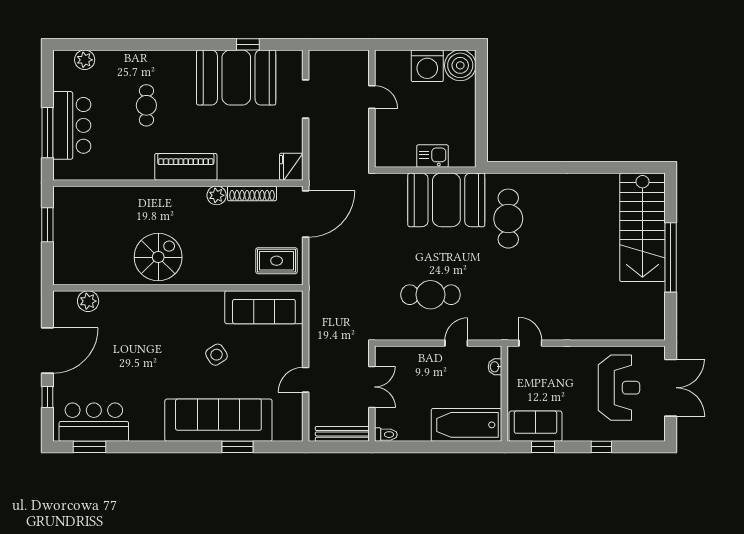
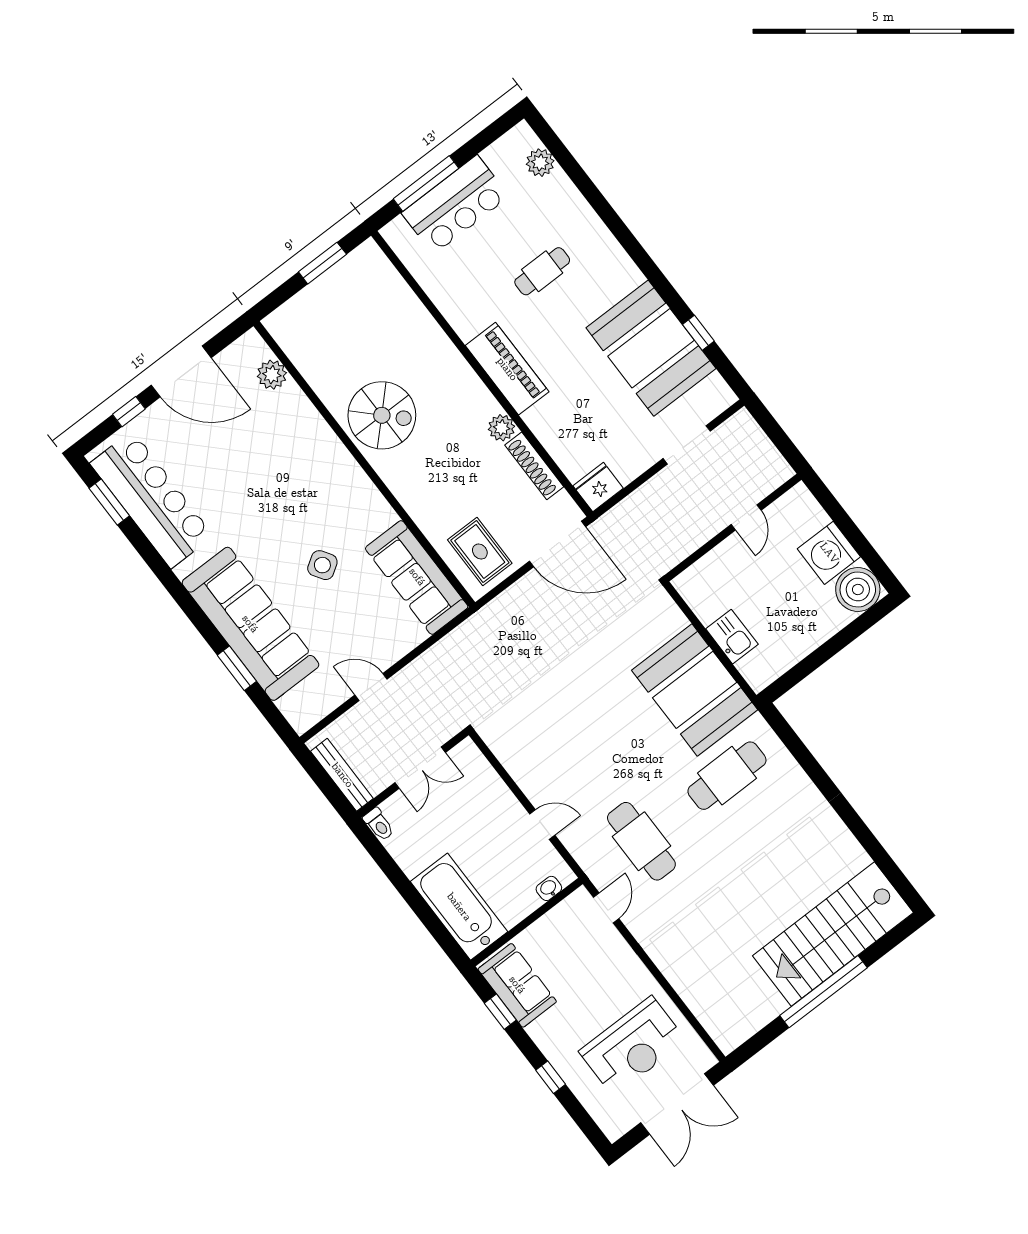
cafe table: (430, 295) -> (641, 841), moved
bar counter: (94, 422) -> (152, 500), width x1.36

